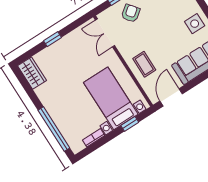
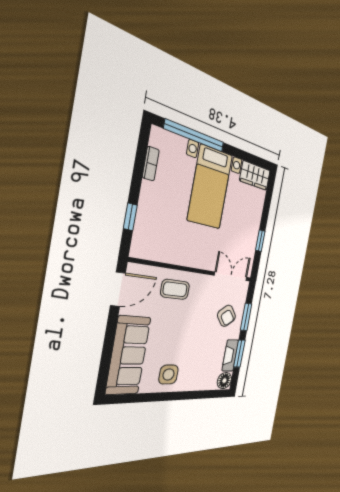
window: (52, 39) -> (260, 241), moved
door: (171, 97) -> (118, 289), hinge flipped
bed with nightstands: (111, 98) -> (210, 187), moved, turned 90

